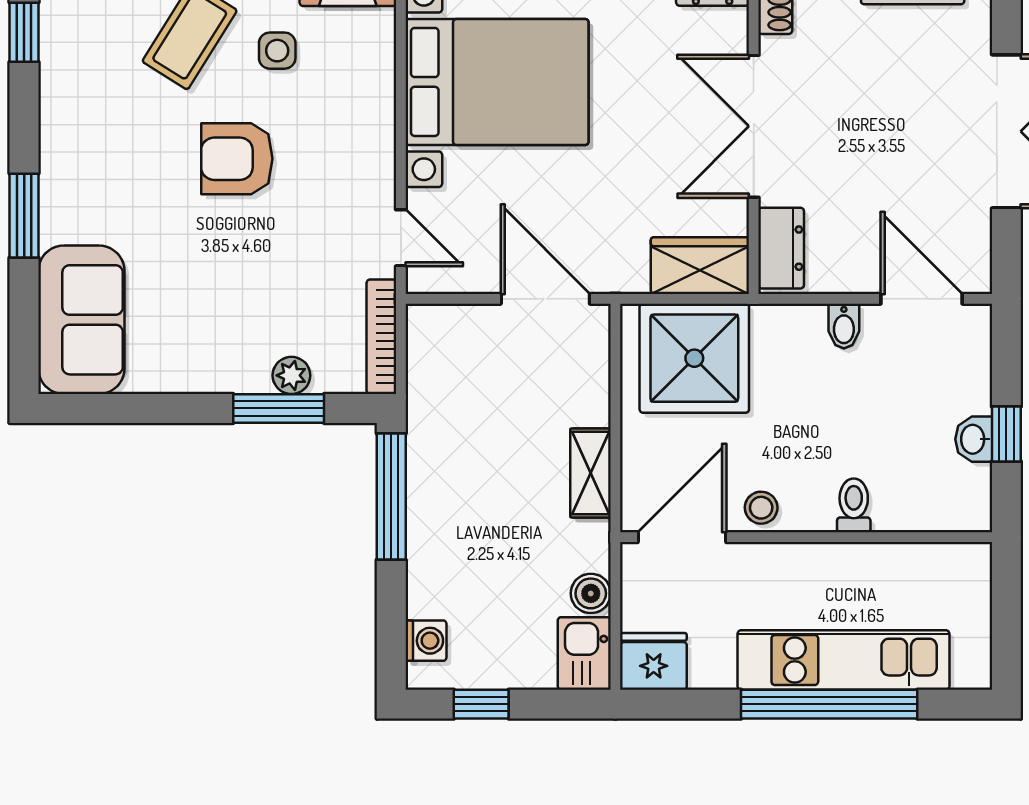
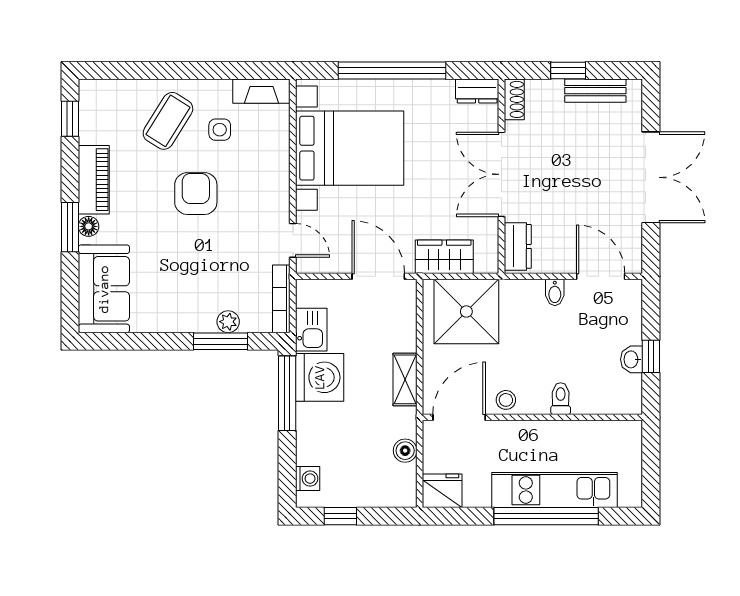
piano: (64, 135) -> (94, 180), added
armchair: (237, 159) -> (196, 194), turned 90
floor lamp: (55, 214) -> (89, 226), added
wardrobe: (700, 266) -> (444, 257), moved
washing machine: (446, 470) -> (320, 377), added
kitchen sink: (584, 653) -> (311, 330), moved, turned 180

